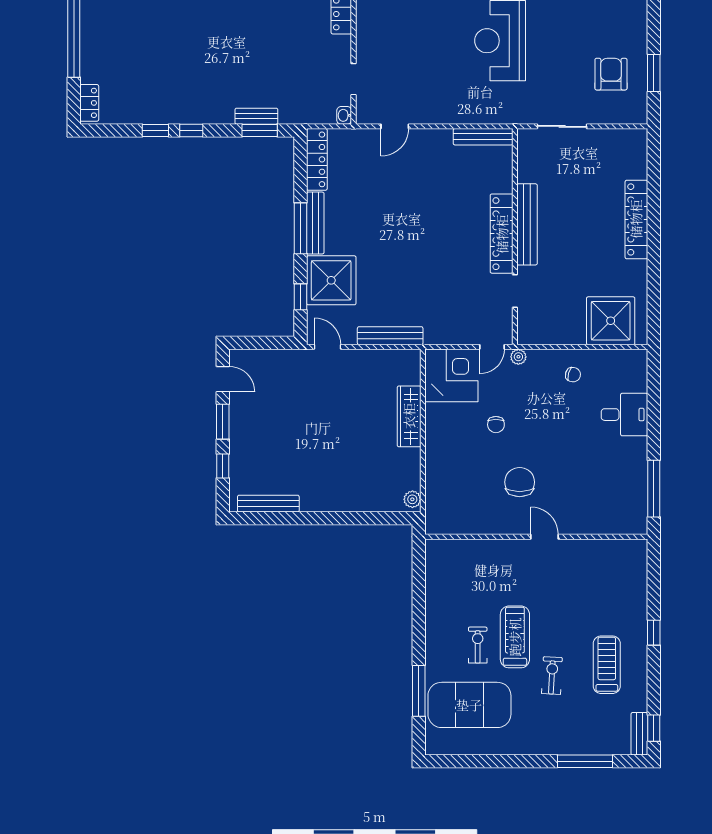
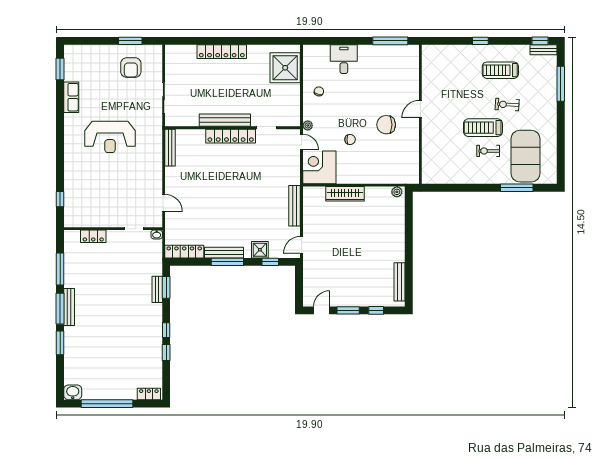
armchair: (611, 74) -> (131, 68), turned -90
shower: (331, 280) -> (260, 250), width x0.54, depth x0.54

